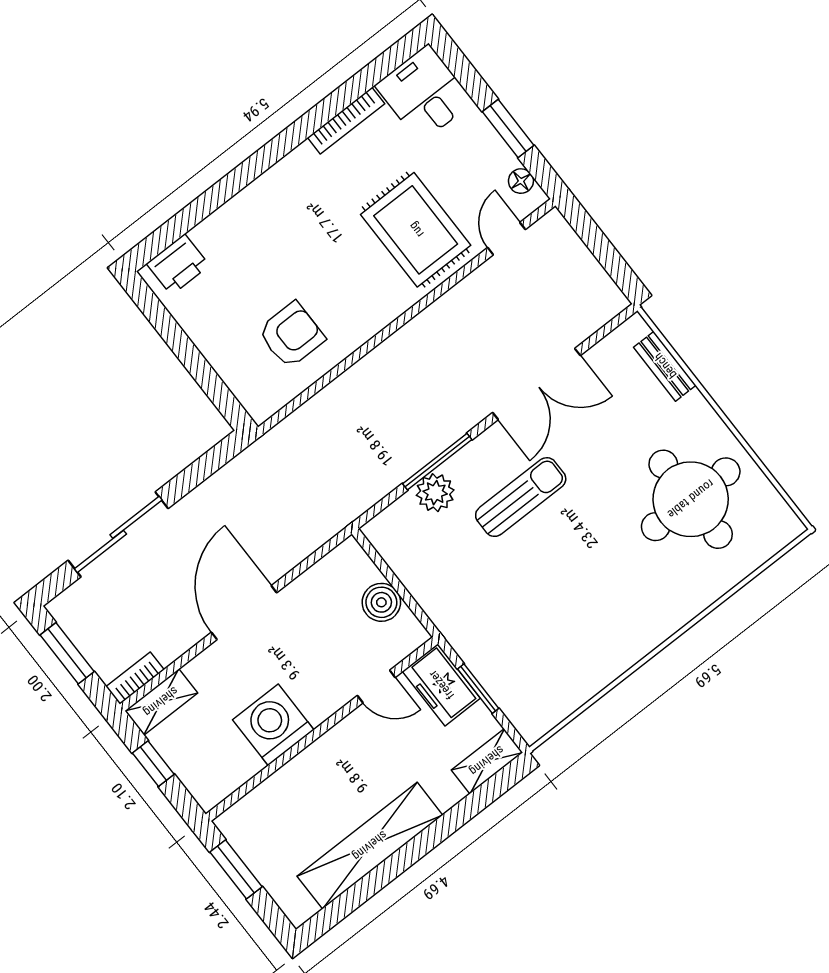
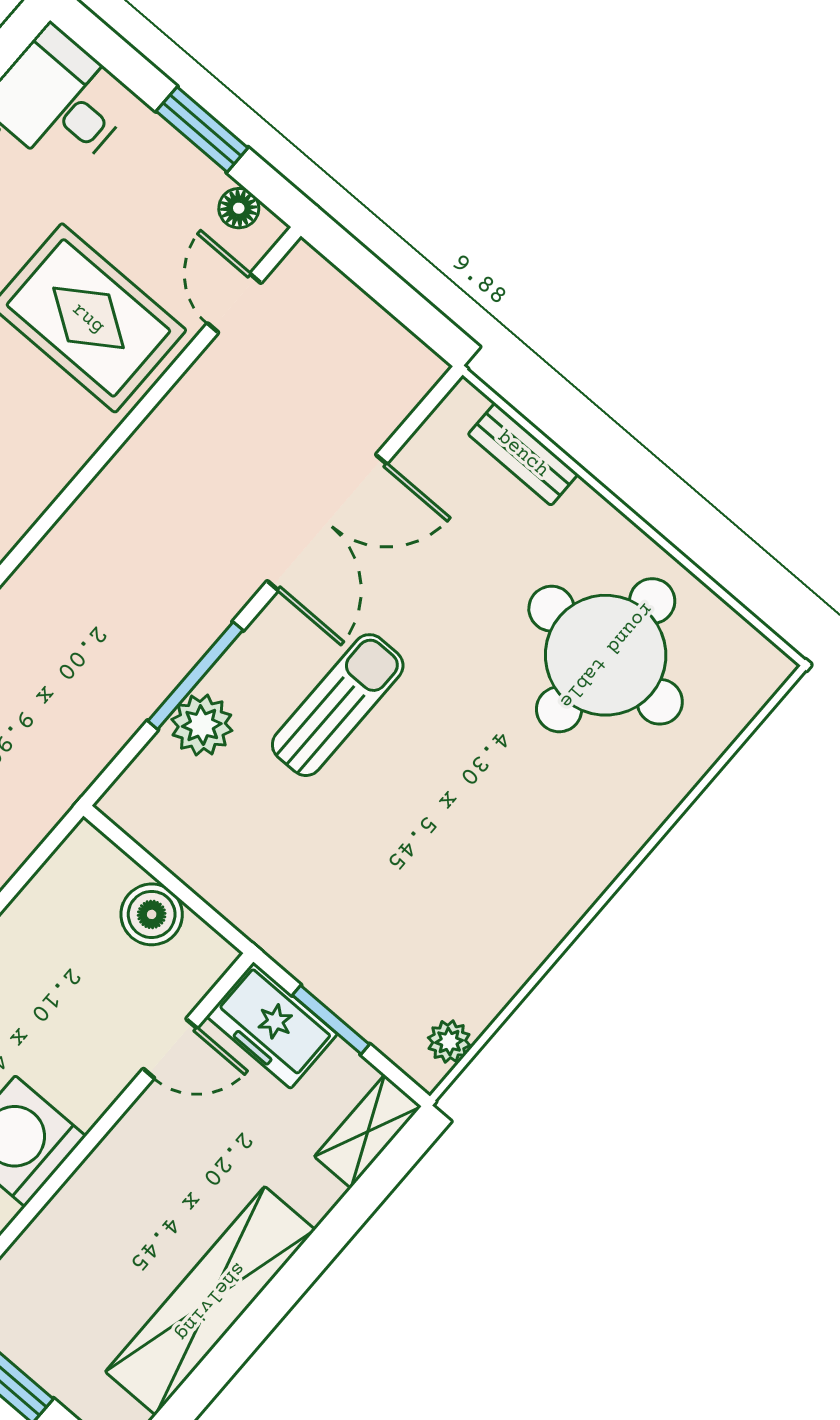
plant: (548, 716) -> (449, 1041), added

